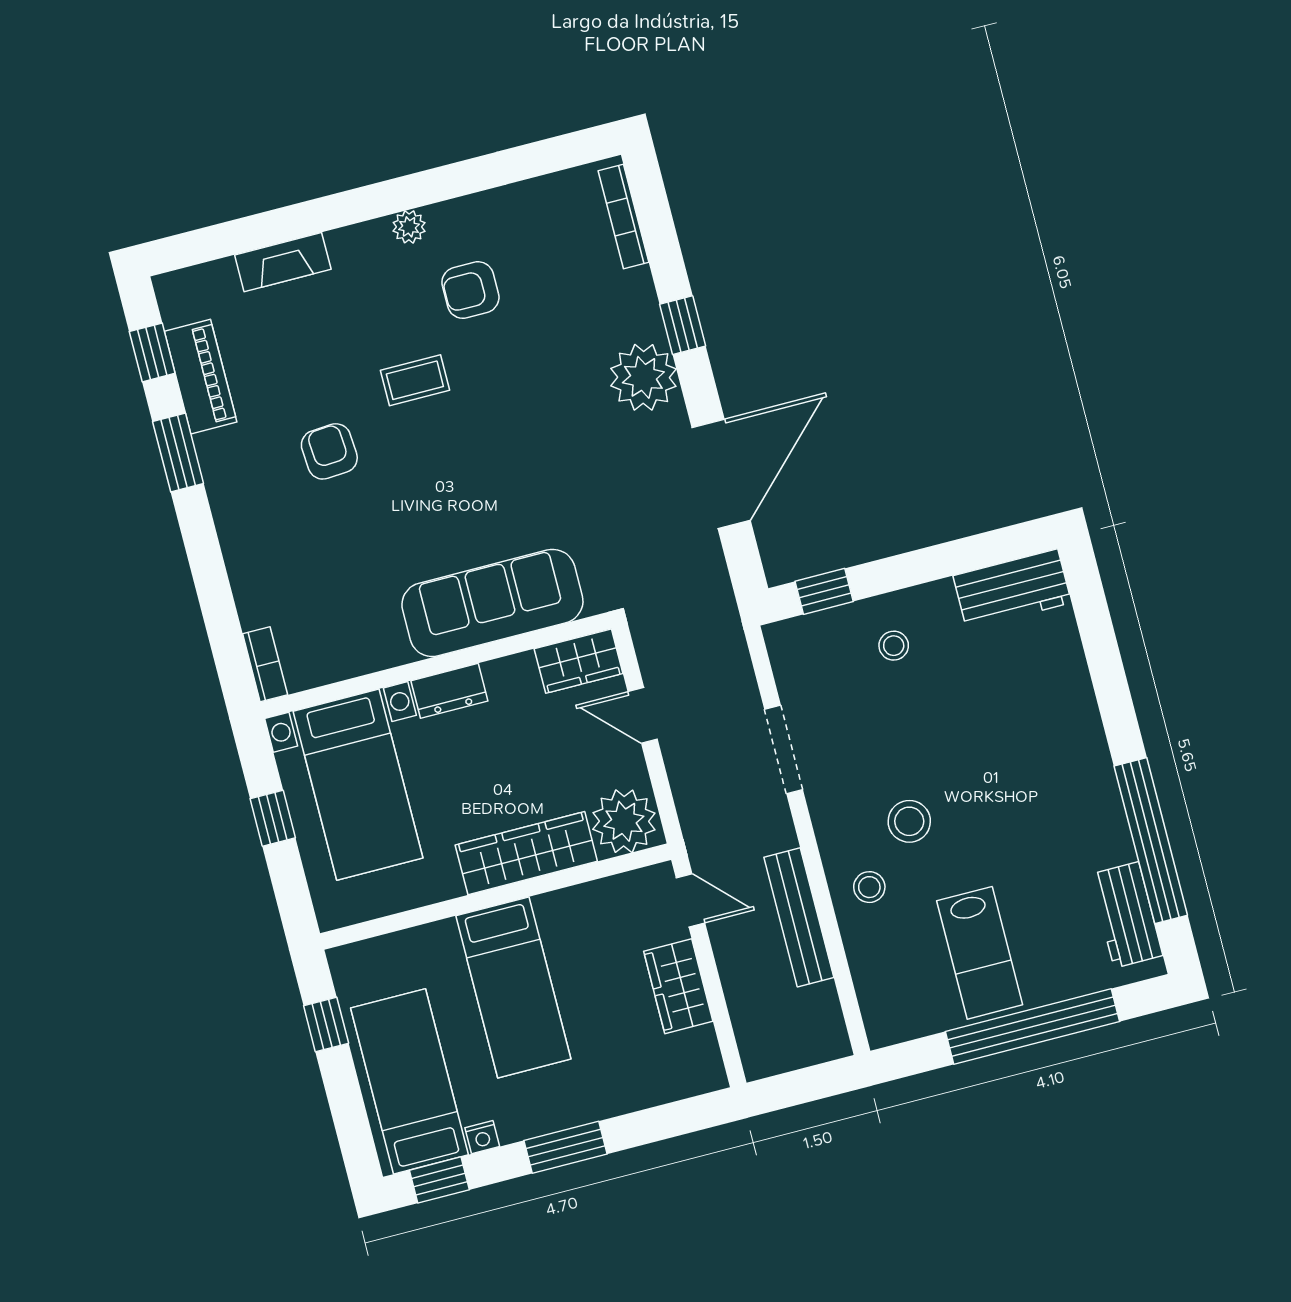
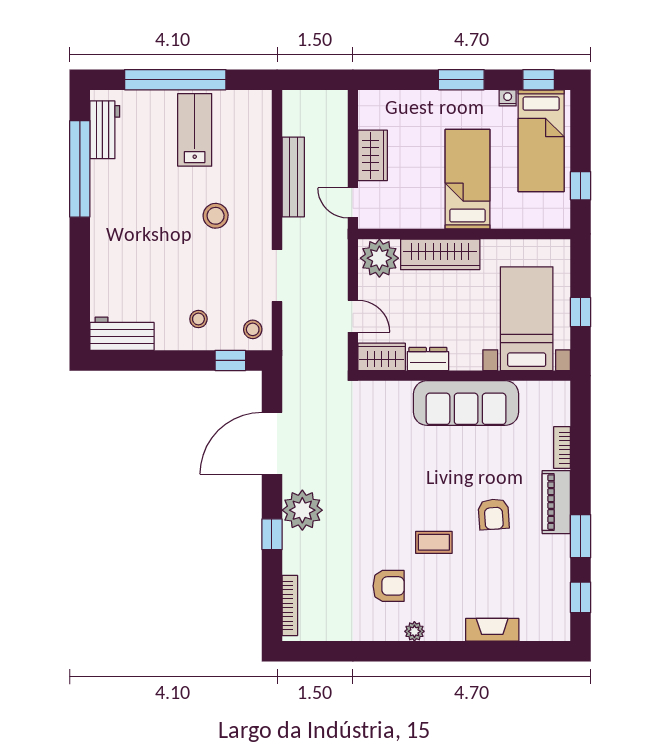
piano: (201, 377) -> (556, 502), moved
sofa: (492, 603) -> (466, 403), moved
bookcase: (265, 664) -> (562, 448), moved
dresser: (449, 691) -> (428, 359), moved
stool: (869, 887) -> (253, 329), moved

